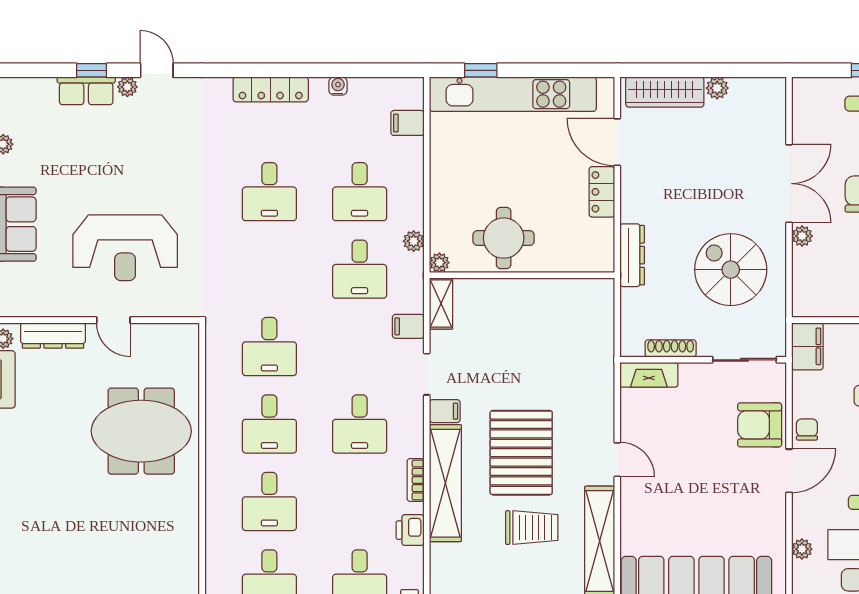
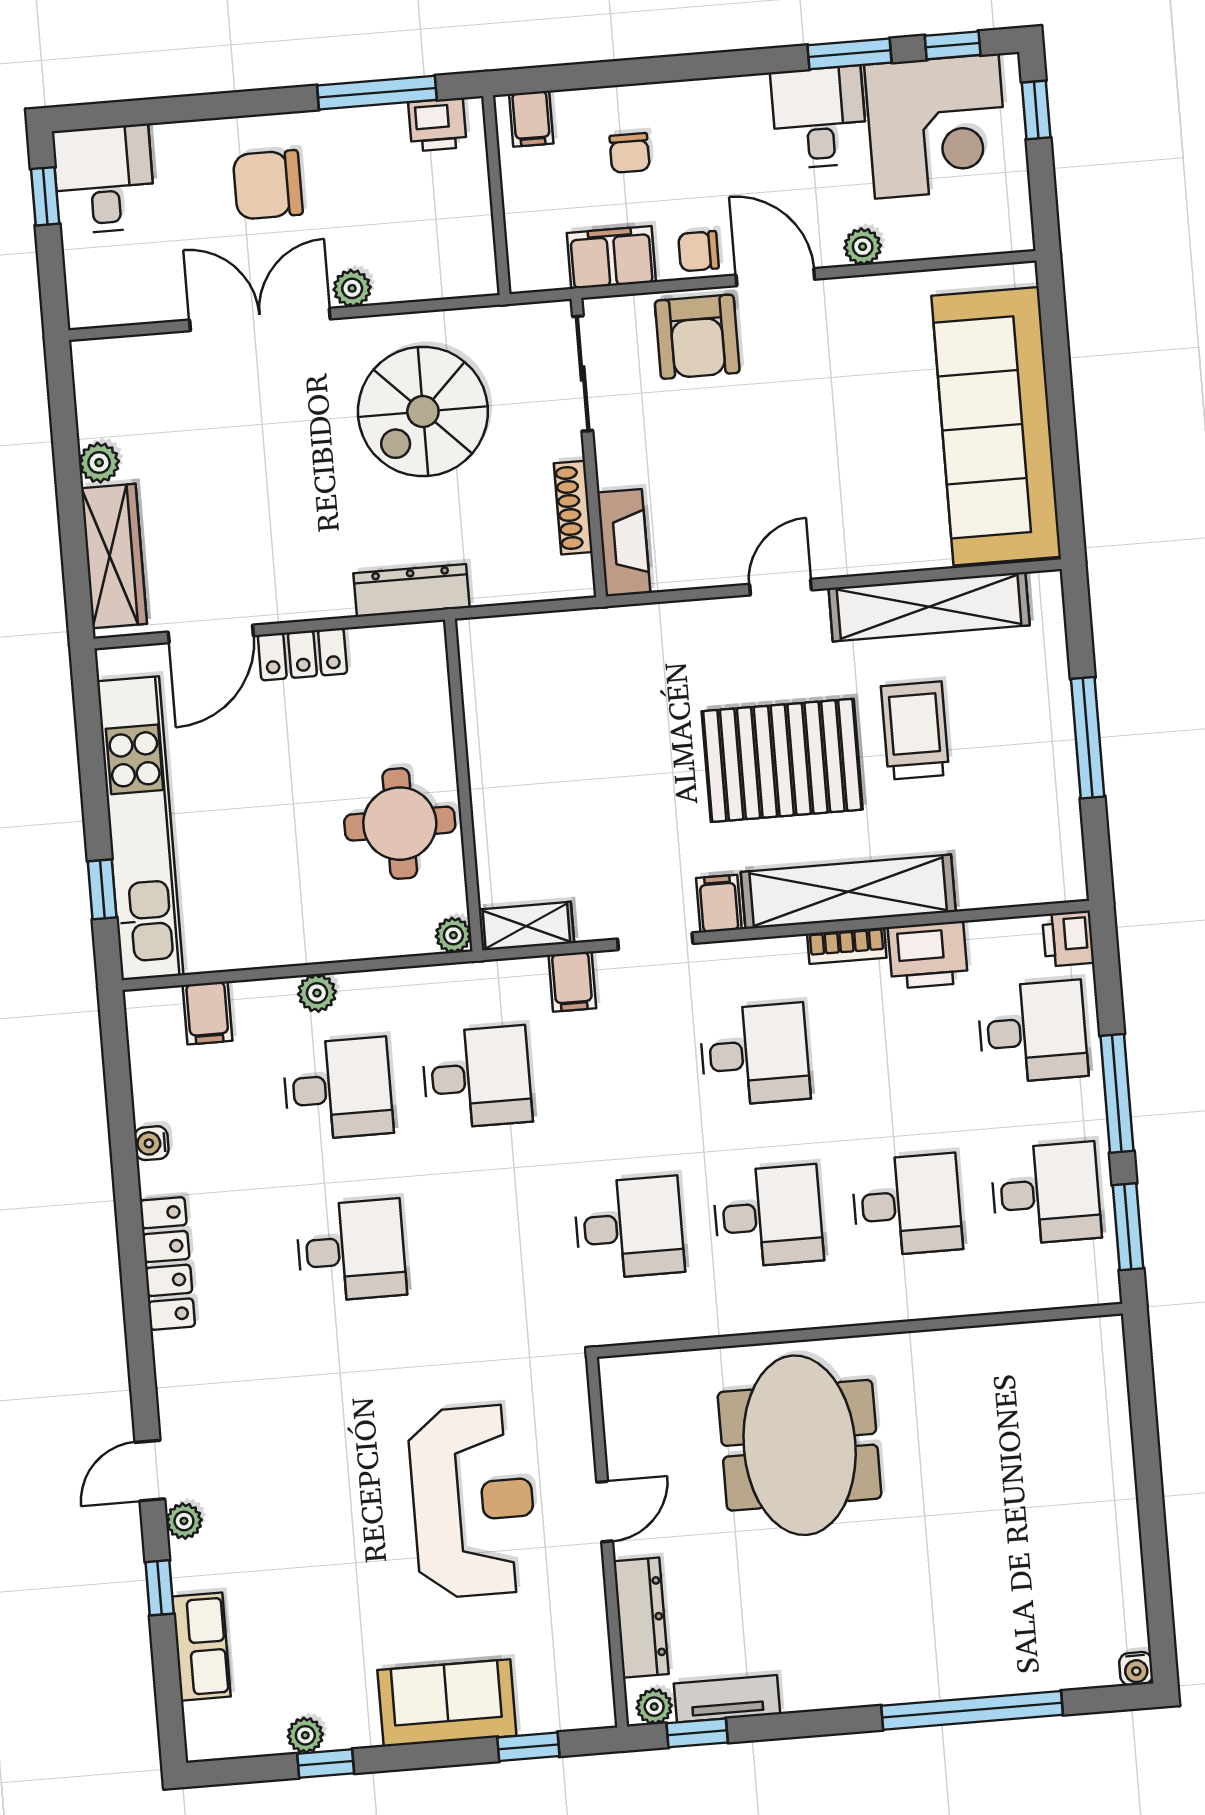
row of seats: (86, 91) -> (201, 1647), moved
plant: (414, 241) -> (317, 993), moved
filing cabinet: (807, 346) -> (611, 257), moved
printer: (410, 530) -> (928, 955), width x1.36, depth x1.24
plant: (802, 549) -> (863, 247), moved

